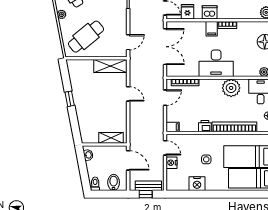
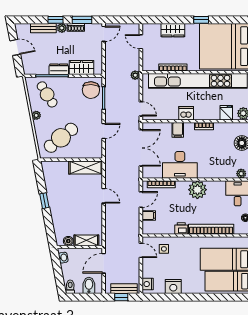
fridge: (187, 12) -> (226, 113), moved
filing cabinet: (212, 29) -> (178, 130), moved
door: (128, 42) -> (104, 131), moved
desk: (216, 63) -> (180, 165), moved
plant: (231, 88) -> (197, 190), moved
filing cabinet: (173, 127) -> (149, 215), moved
boiler: (93, 139) -> (68, 241), added
side table: (206, 159) -> (164, 249), moved
door: (128, 160) -> (104, 263), swing flipped
nightstand: (172, 163) -> (148, 284), moved

